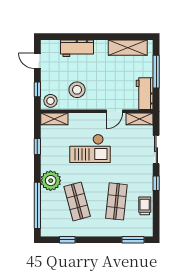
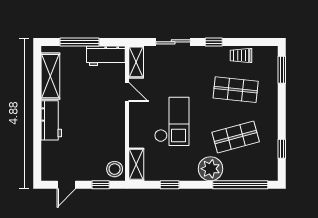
workbench: (77, 48) -> (51, 120), moved
stool: (77, 90) -> (101, 137), removed

